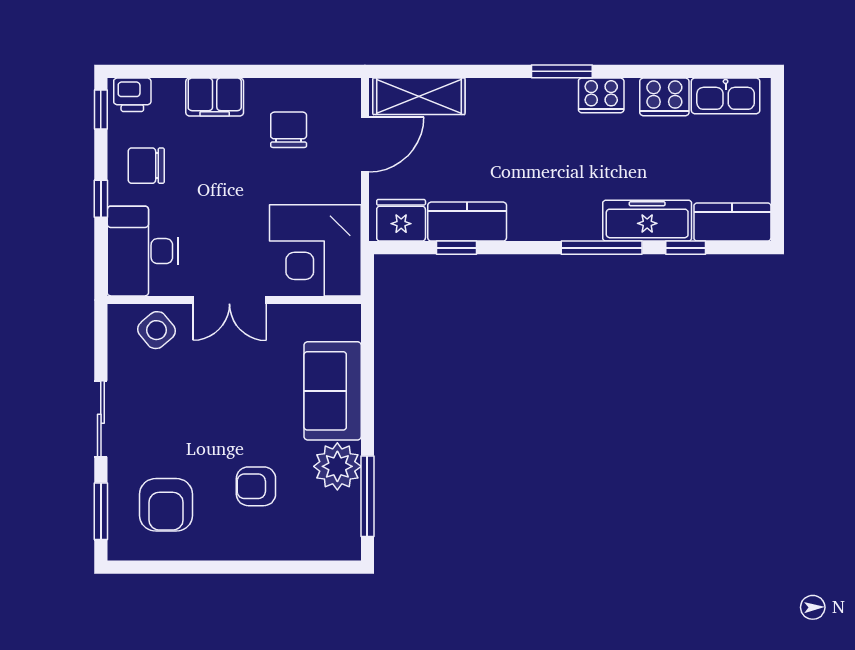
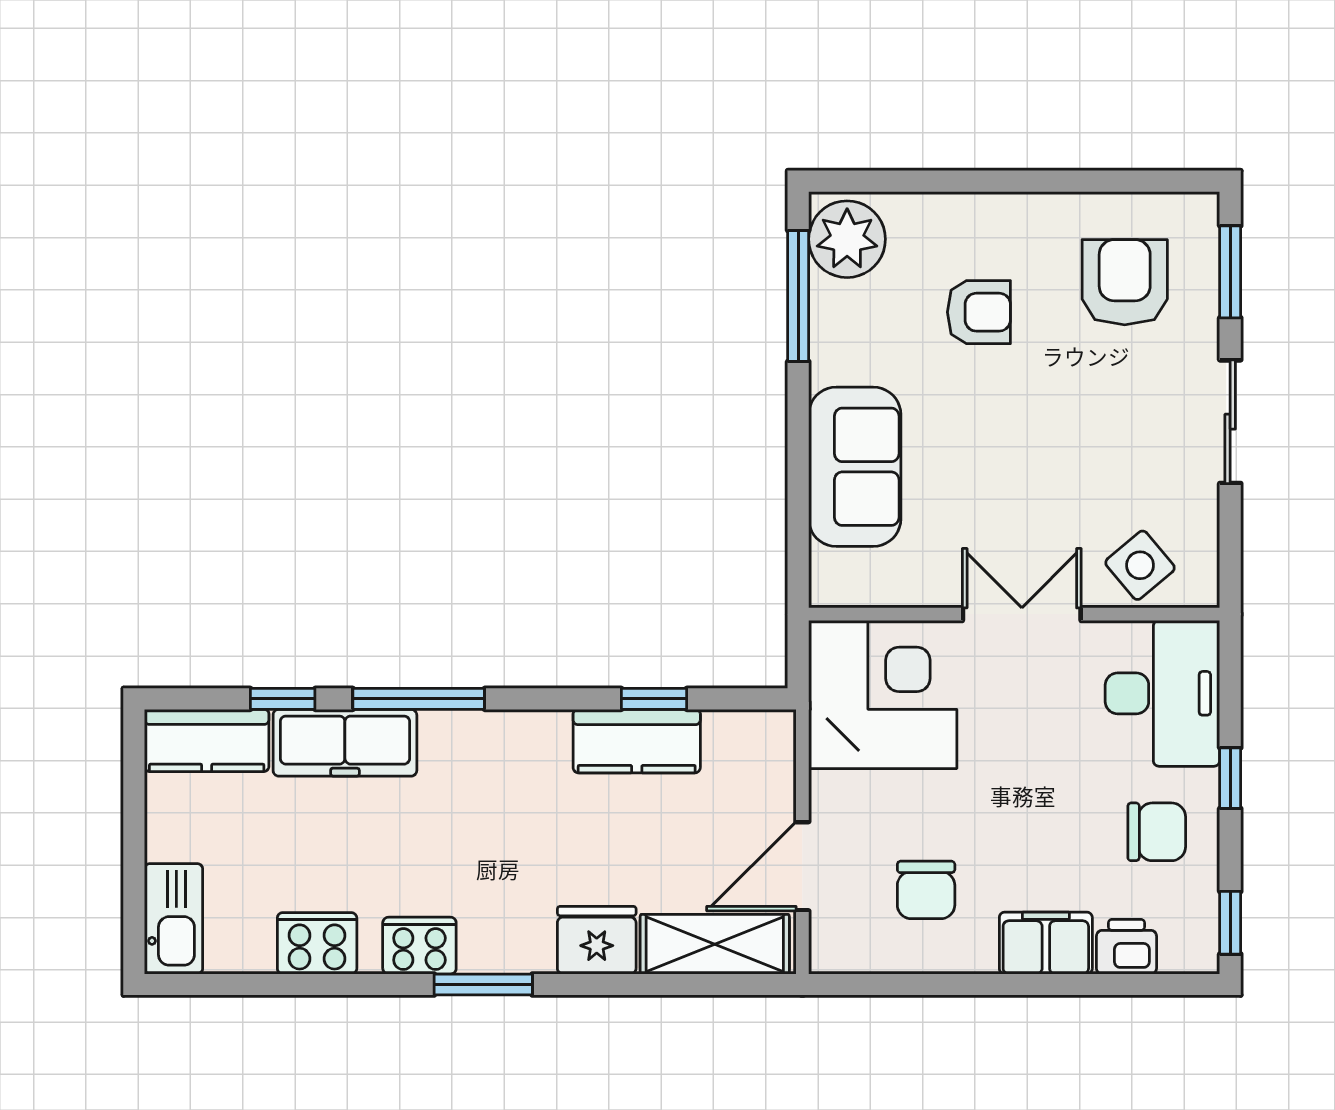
printer: (132, 95) -> (1126, 947), moved
kitchen sink: (726, 96) -> (174, 919), moved, turned 90
fridge: (401, 220) -> (597, 940), moved, turned 180
plant: (337, 466) -> (847, 239), moved

